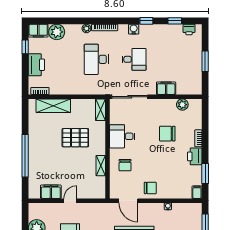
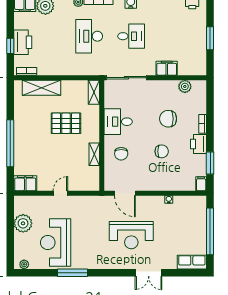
window: (25, 47) -> (10, 46), moved
chair: (150, 188) -> (162, 151), moved
filing cabinet: (51, 192) -> (25, 183), moved

